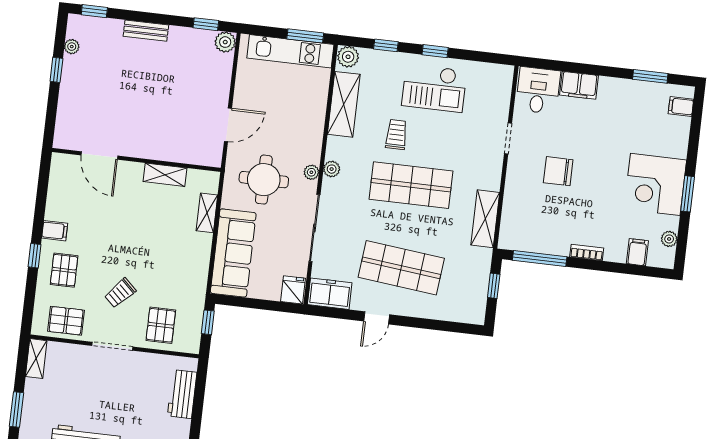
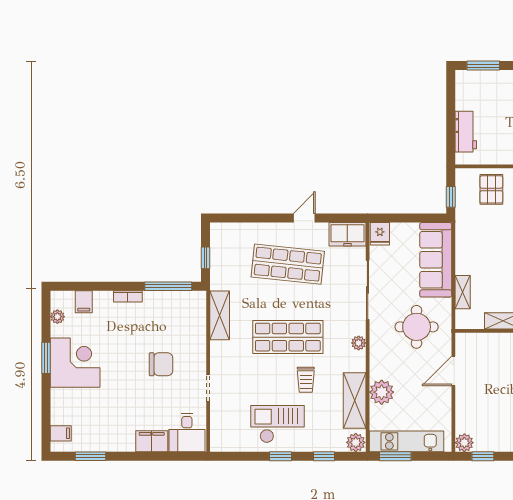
plant: (311, 172) -> (382, 392), moved, width x1.87, depth x1.87

